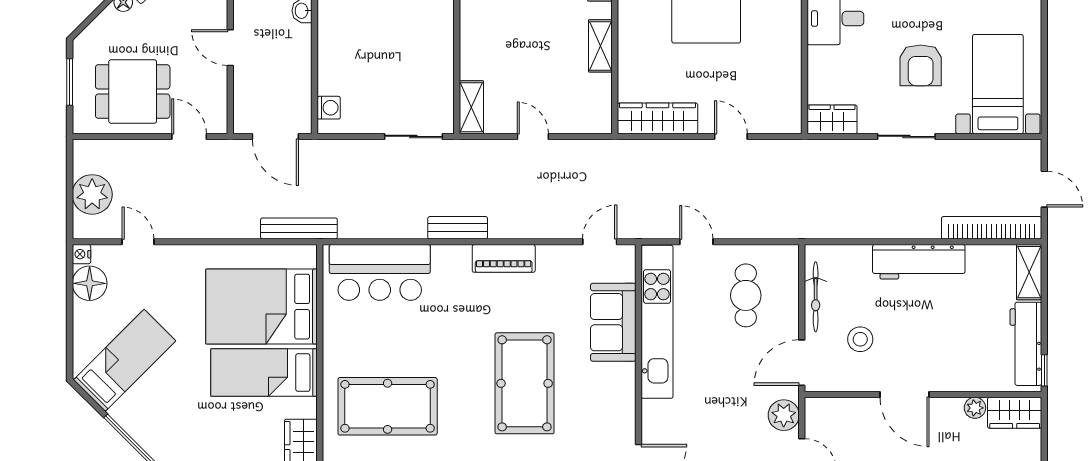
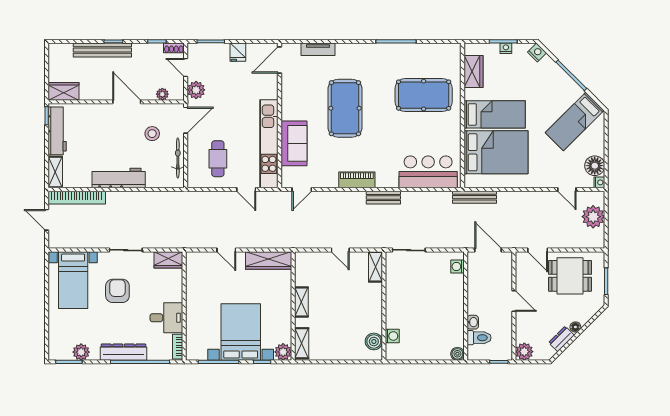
plant: (975, 408) -> (162, 94), moved

